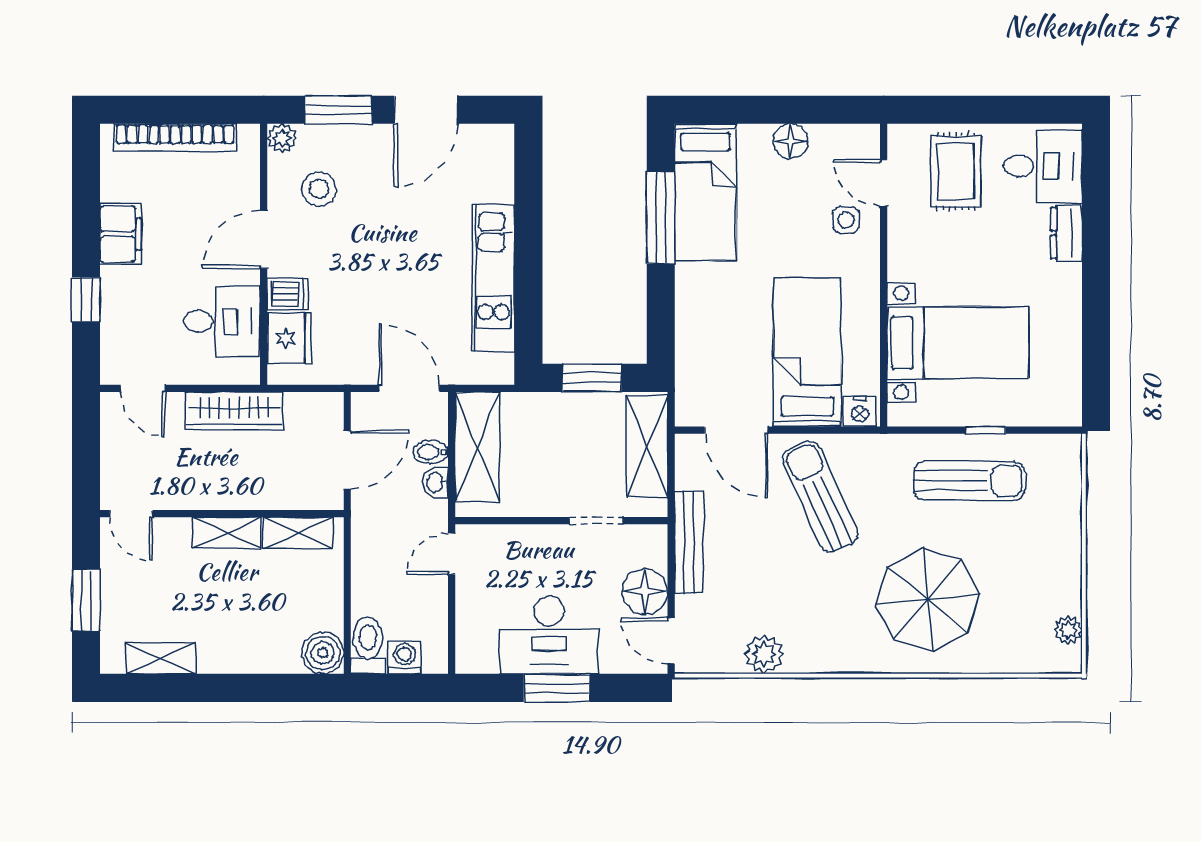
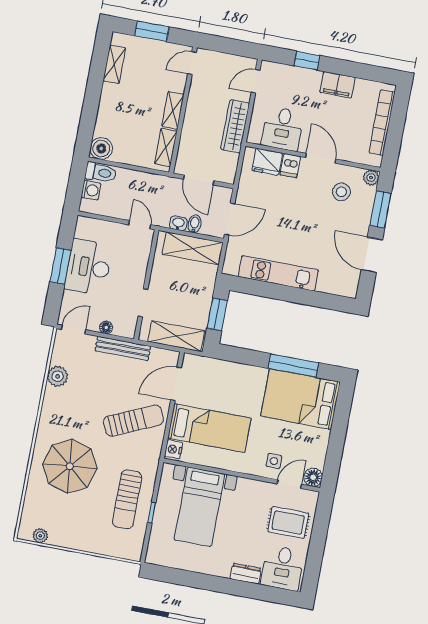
floor lamp: (791, 141) -> (313, 477), moved
bed: (705, 192) -> (300, 399), width x1.50
floor lamp: (645, 591) -> (106, 327), width x0.53, depth x0.53

